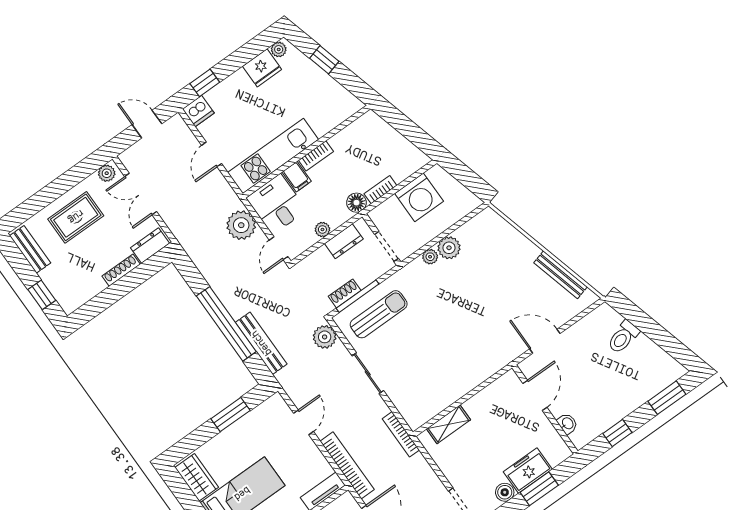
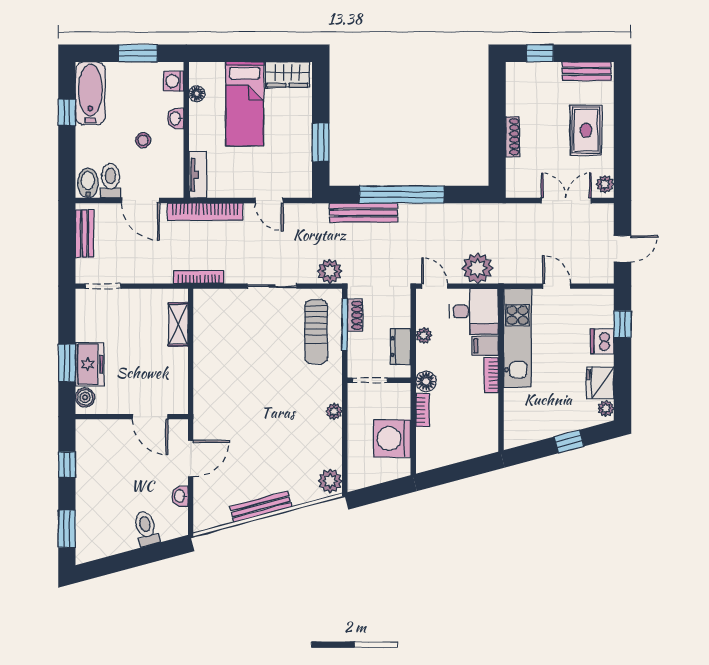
dishwasher: (198, 111) -> (602, 341), moved
dresser: (150, 246) -> (516, 177), removed
plant: (449, 248) -> (330, 481), moved
bench: (560, 275) -> (261, 507), moved
washbasin: (567, 424) -> (180, 496), moved, turned 90
boiler: (505, 492) -> (85, 397), moved

